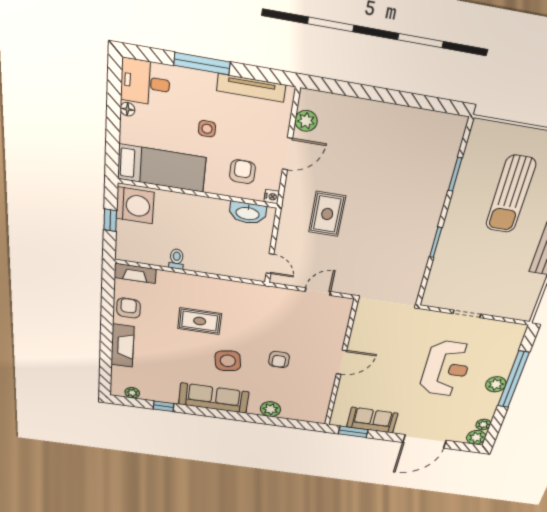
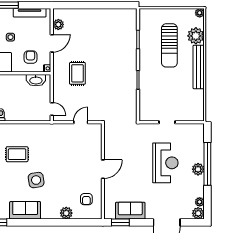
armchair: (279, 359) -> (86, 199), moved
sofa: (214, 398) -> (25, 210), width x0.73

